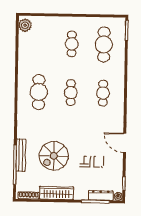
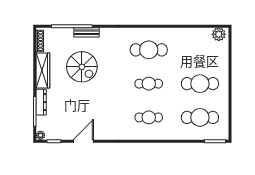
cafe table: (72, 44) -> (200, 84), width x1.37, depth x1.35
door: (125, 143) -> (83, 141), moved
bench: (21, 155) -> (86, 32), width x0.73
spiral stairs: (54, 156) -> (82, 67), turned 180
dresser: (101, 195) -> (41, 102), moved

